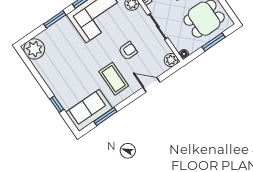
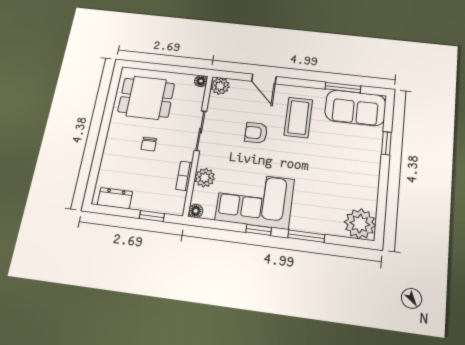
window: (214, 42) -> (160, 68), removed

